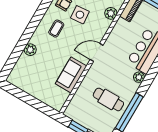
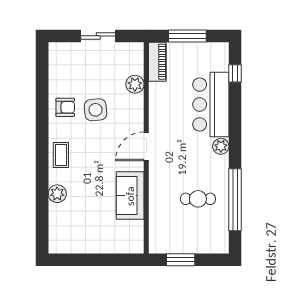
coffee table: (56, 29) -> (61, 155), moved
cafe table: (108, 99) -> (198, 199), width x0.73, depth x0.74

